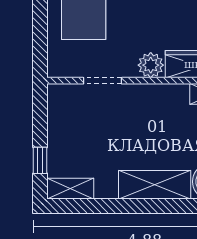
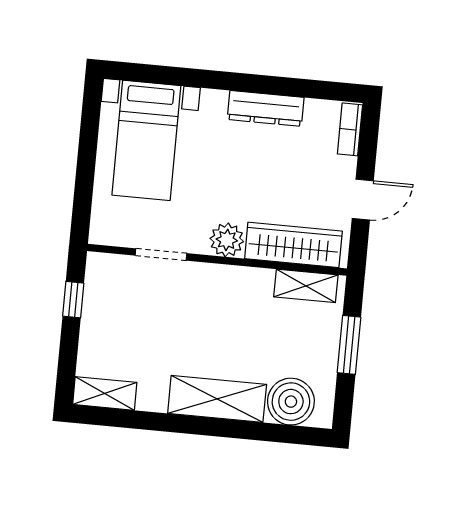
window: (40, 160) -> (73, 300), moved

